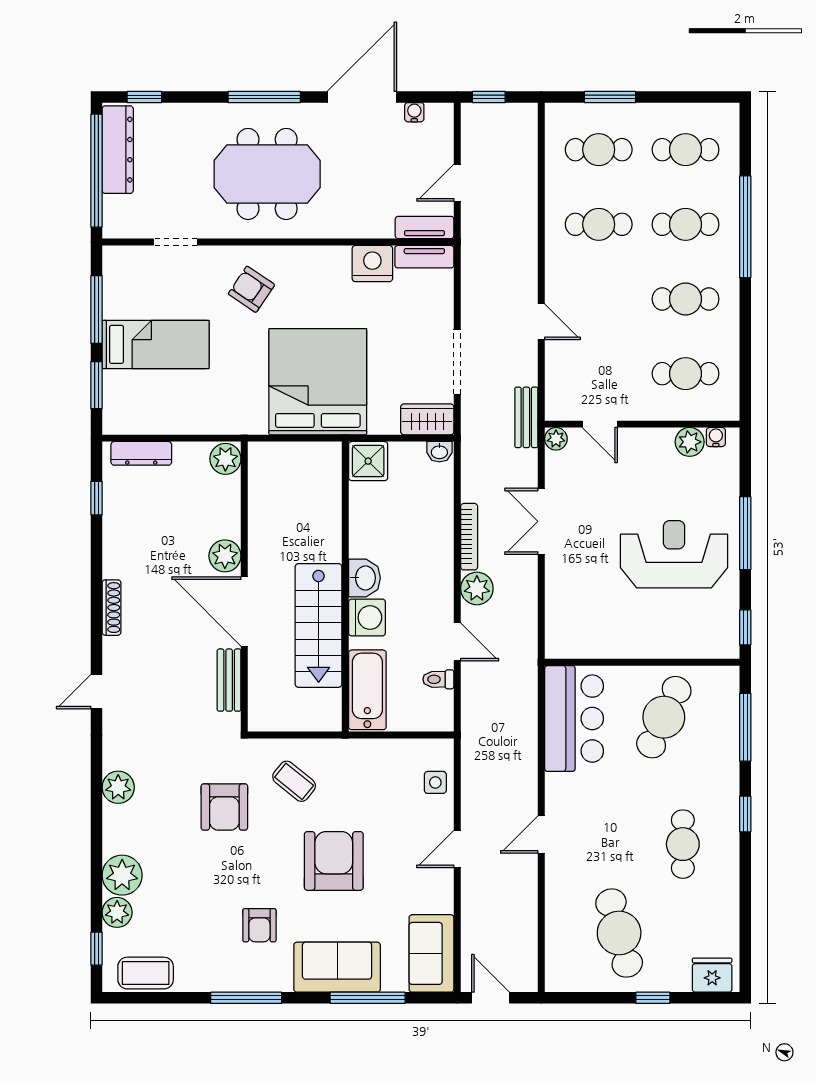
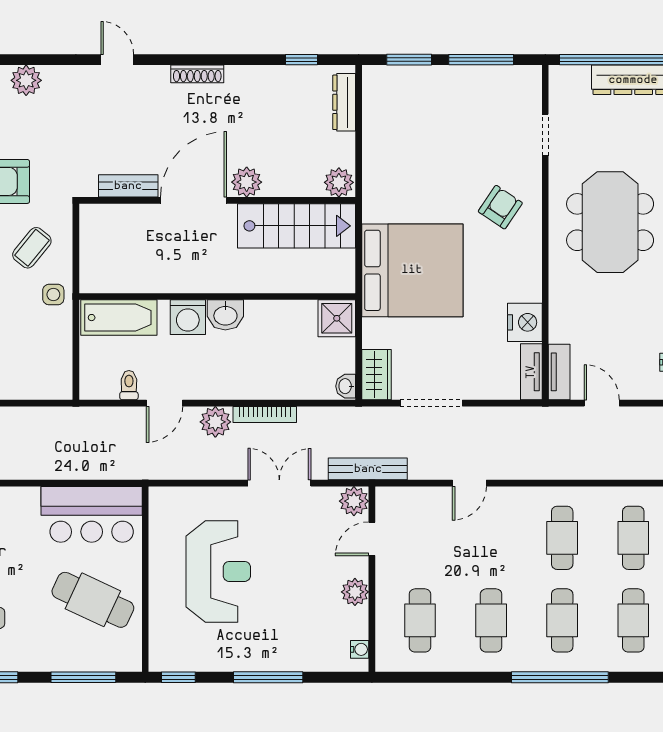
bed: (156, 344) -> (448, 116), removed
bench: (526, 417) -> (368, 469), width x1.36
plant: (556, 439) -> (354, 501), width x1.38, depth x1.38
plant: (690, 442) -> (355, 592), moved
reception desk: (674, 554) -> (218, 571), moved
stairs: (319, 625) -> (297, 226), moved, turned 180
side table: (435, 782) -> (53, 295), moved

